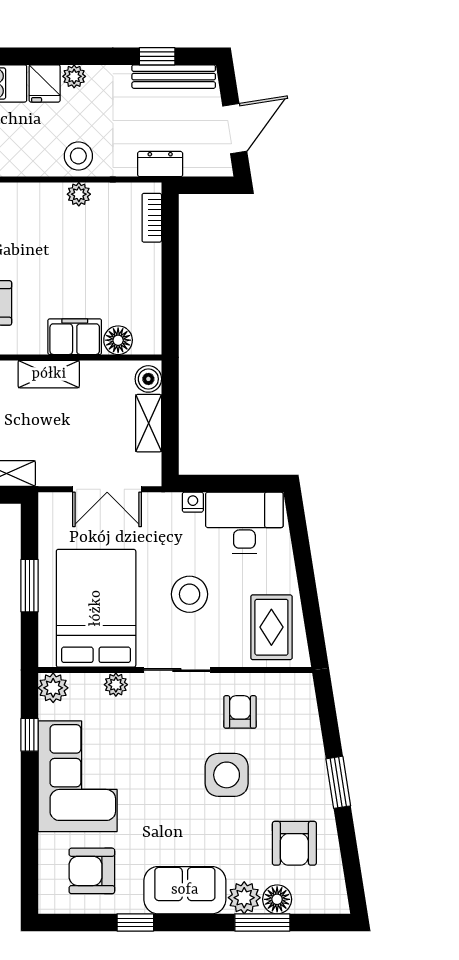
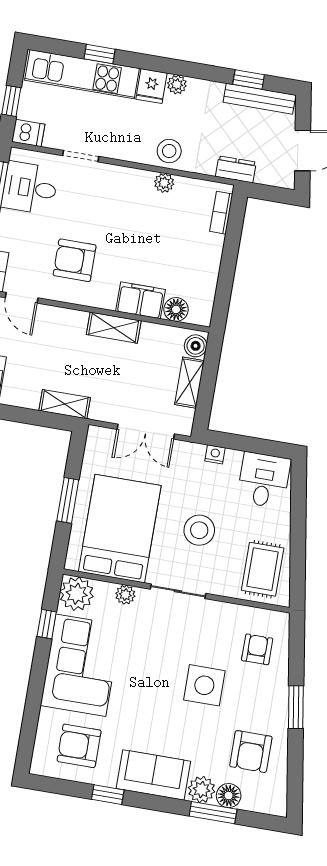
desk: (244, 523) -> (264, 480), width x0.73
plant: (53, 688) -> (77, 594), width x1.36, depth x1.36
armchair: (240, 712) -> (257, 649), moved

